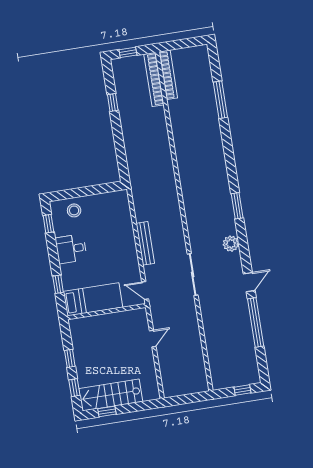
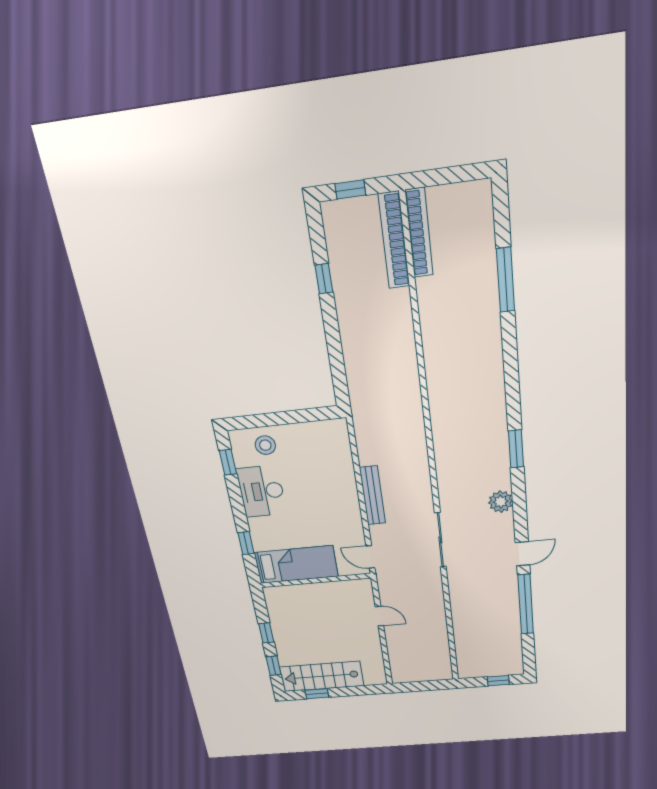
desk: (71, 249) -> (262, 491), width x1.37
door: (153, 339) -> (379, 616), hinge flipped

